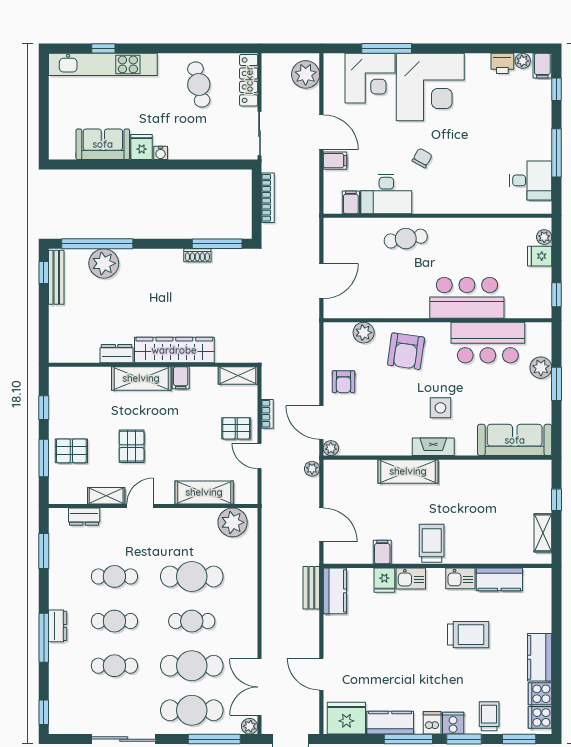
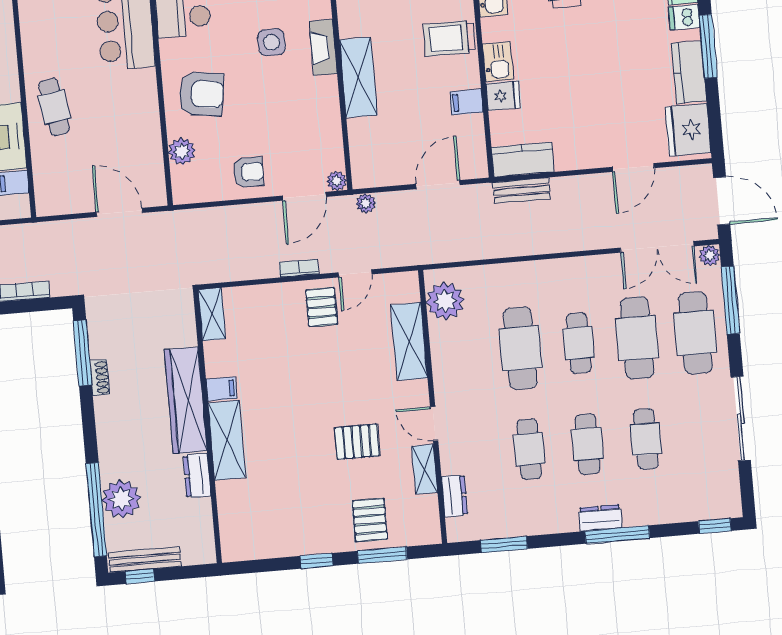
wardrobe: (174, 350) -> (186, 400), moved
dresser: (117, 354) -> (197, 475), moved
wall: (153, 365) -> (208, 426), moved
shelving: (238, 375) -> (212, 314), moved
shelving: (141, 378) -> (227, 440), moved
filing cabinet: (181, 378) -> (221, 389), moved

